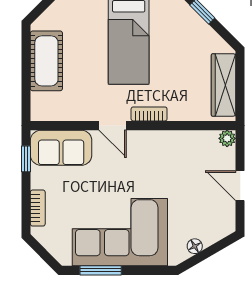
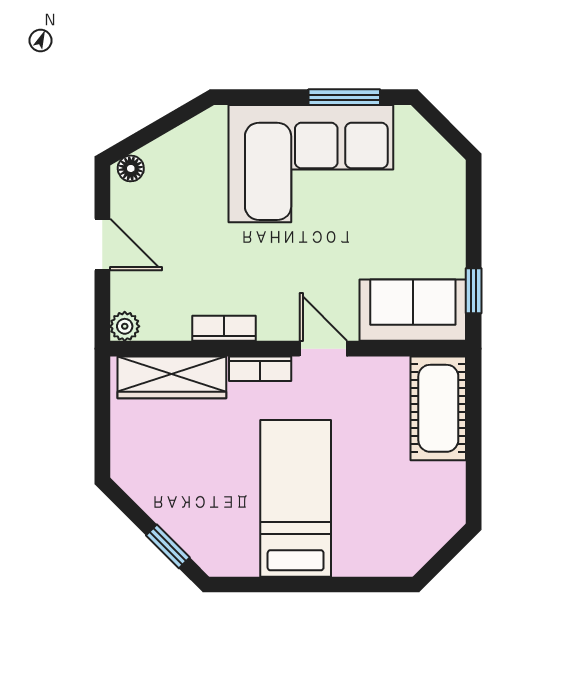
cot: (46, 61) -> (438, 408), moved
wardrobe: (223, 85) -> (172, 377), moved, turned 90
bookcase: (38, 208) -> (224, 328), moved, turned 90
floor lamp: (195, 246) -> (131, 168), moved

